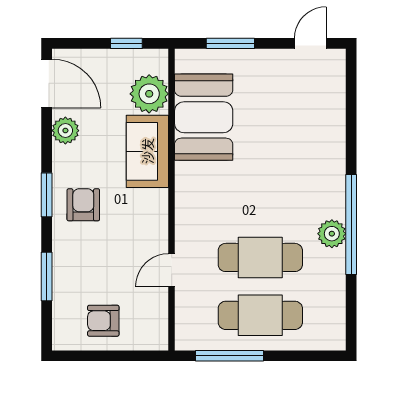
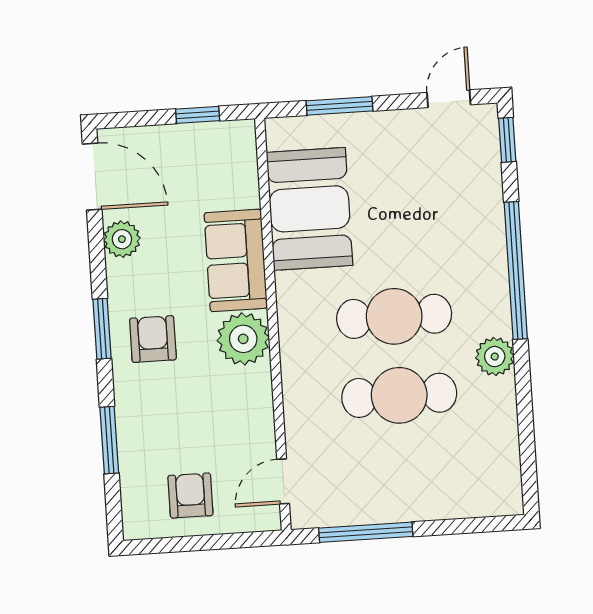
window: (351, 76) -> (507, 140), added
plant: (149, 94) -> (243, 339), moved
window: (351, 225) -> (516, 271), moved
door: (172, 270) -> (283, 481), moved
cafe table: (260, 315) -> (394, 316), moved
armchair: (103, 321) -> (190, 495), turned 90

